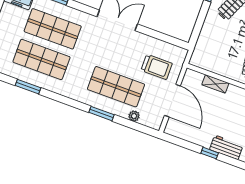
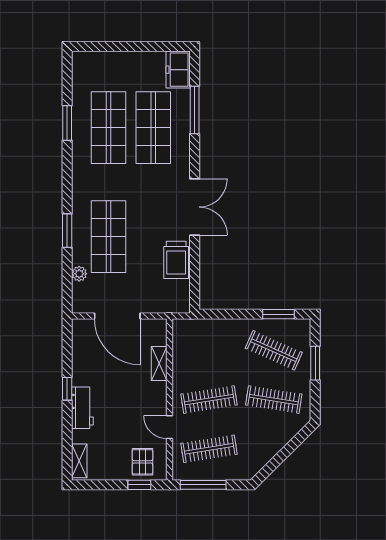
trolley: (157, 67) -> (176, 260), moved
door: (172, 101) -> (117, 316), hinge flipped

